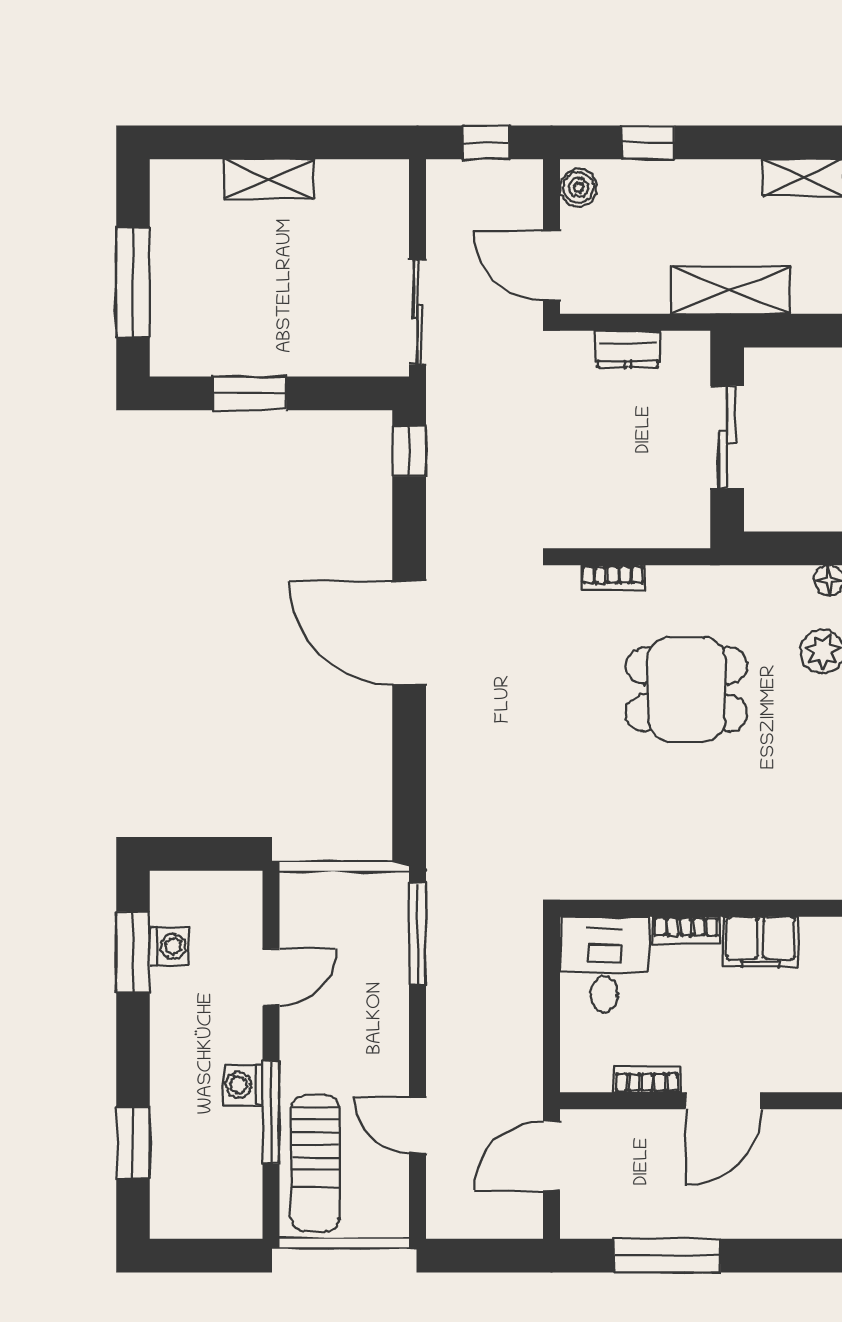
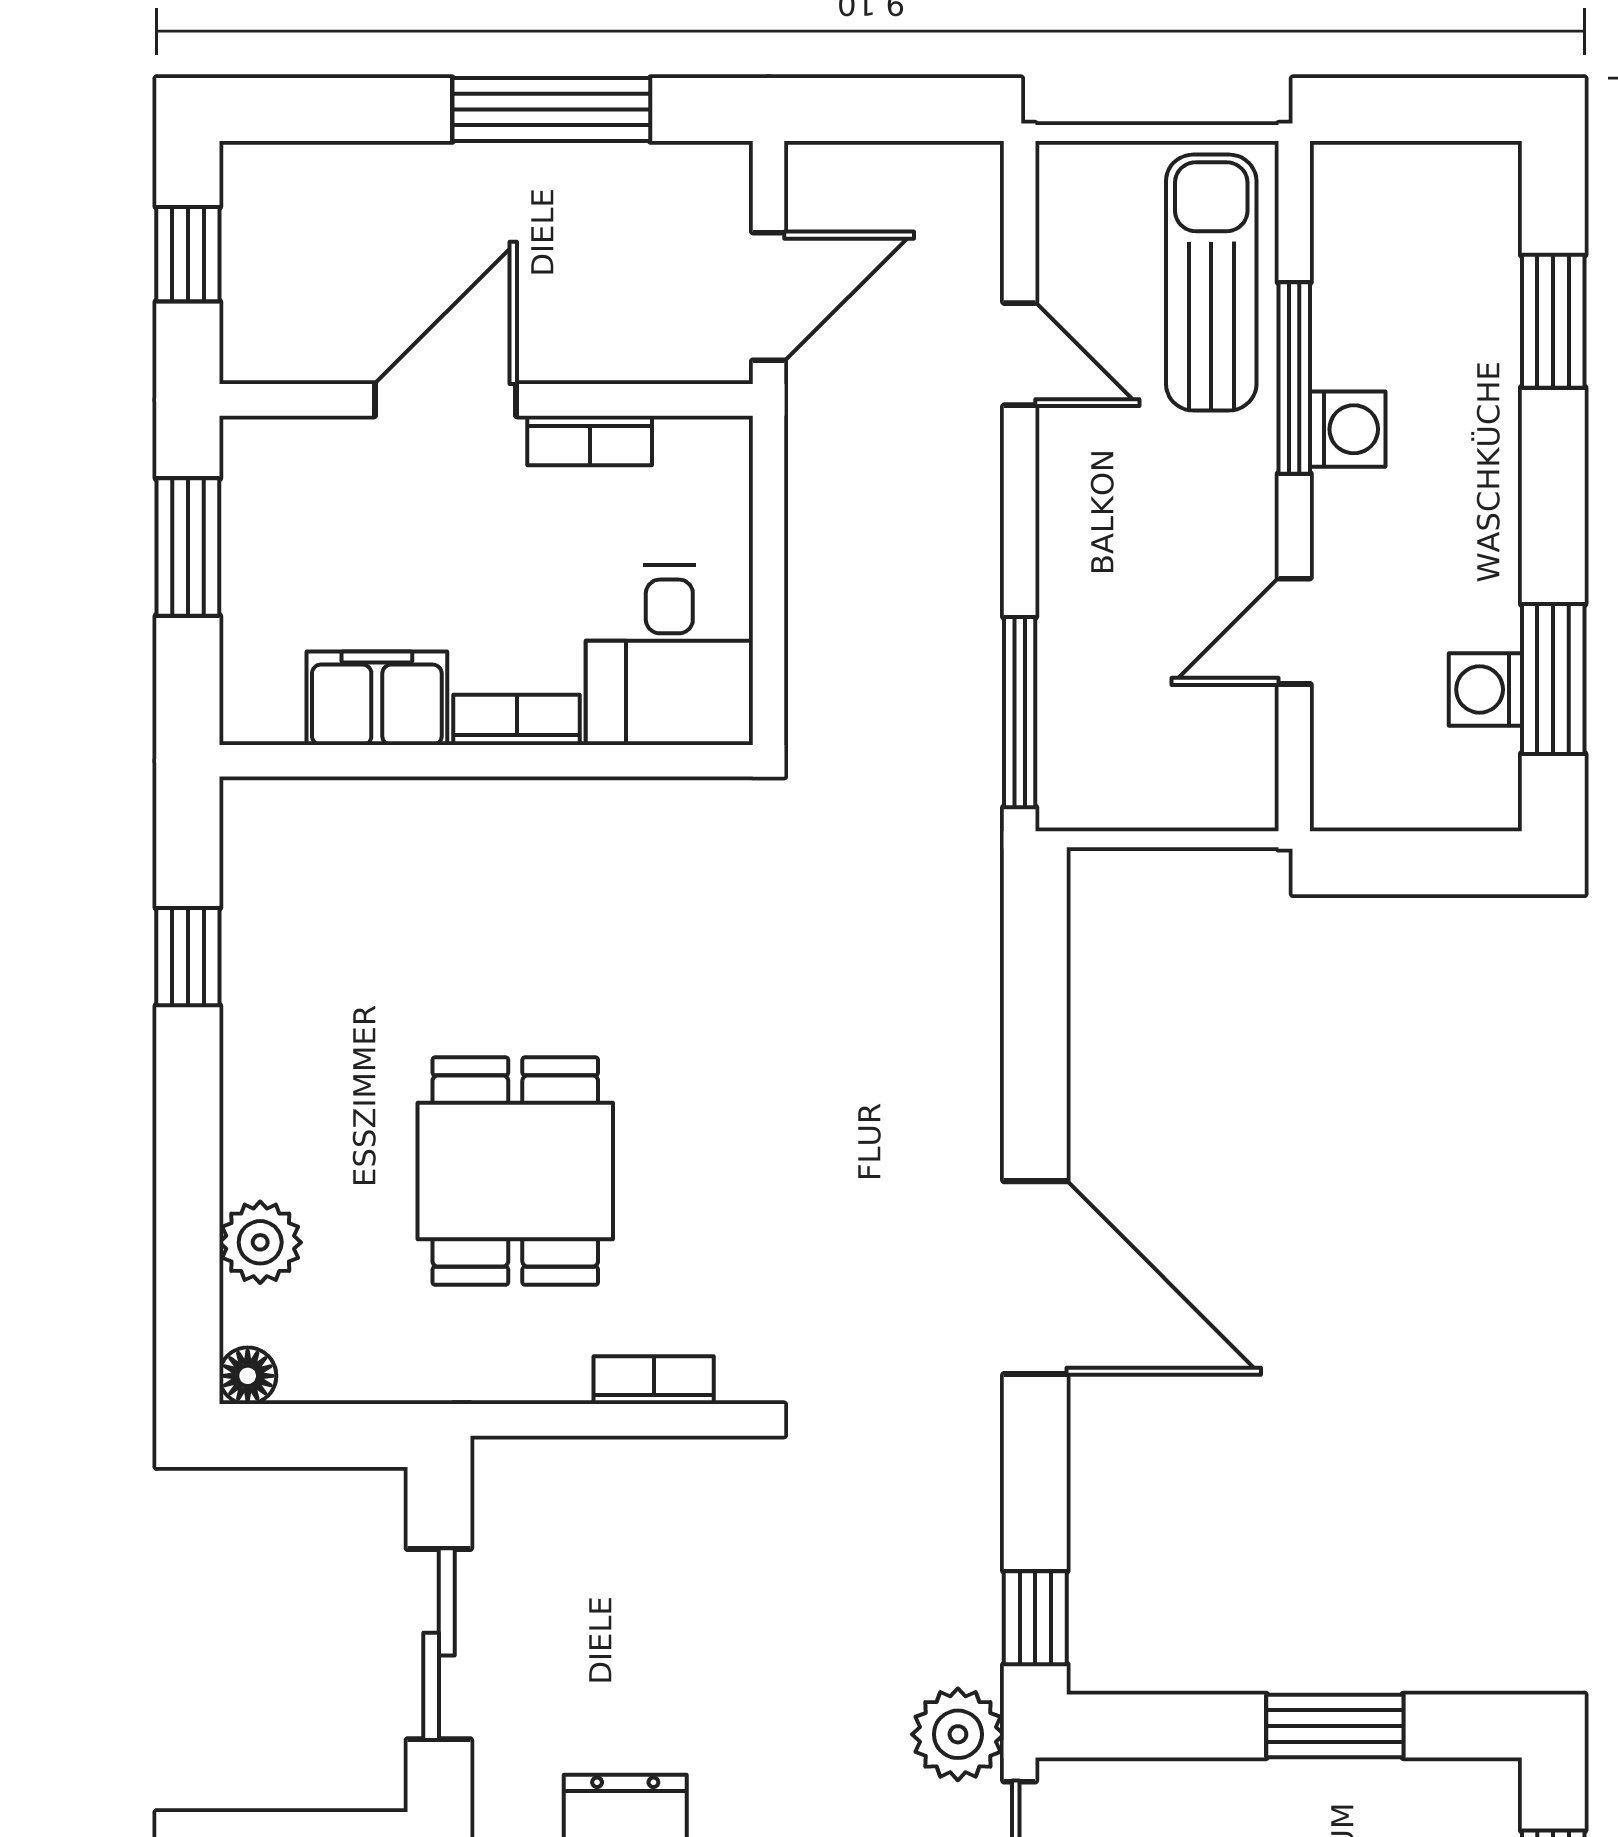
plant: (450, 389) -> (958, 1734), added
dining table: (687, 689) -> (515, 1171), turned 90

